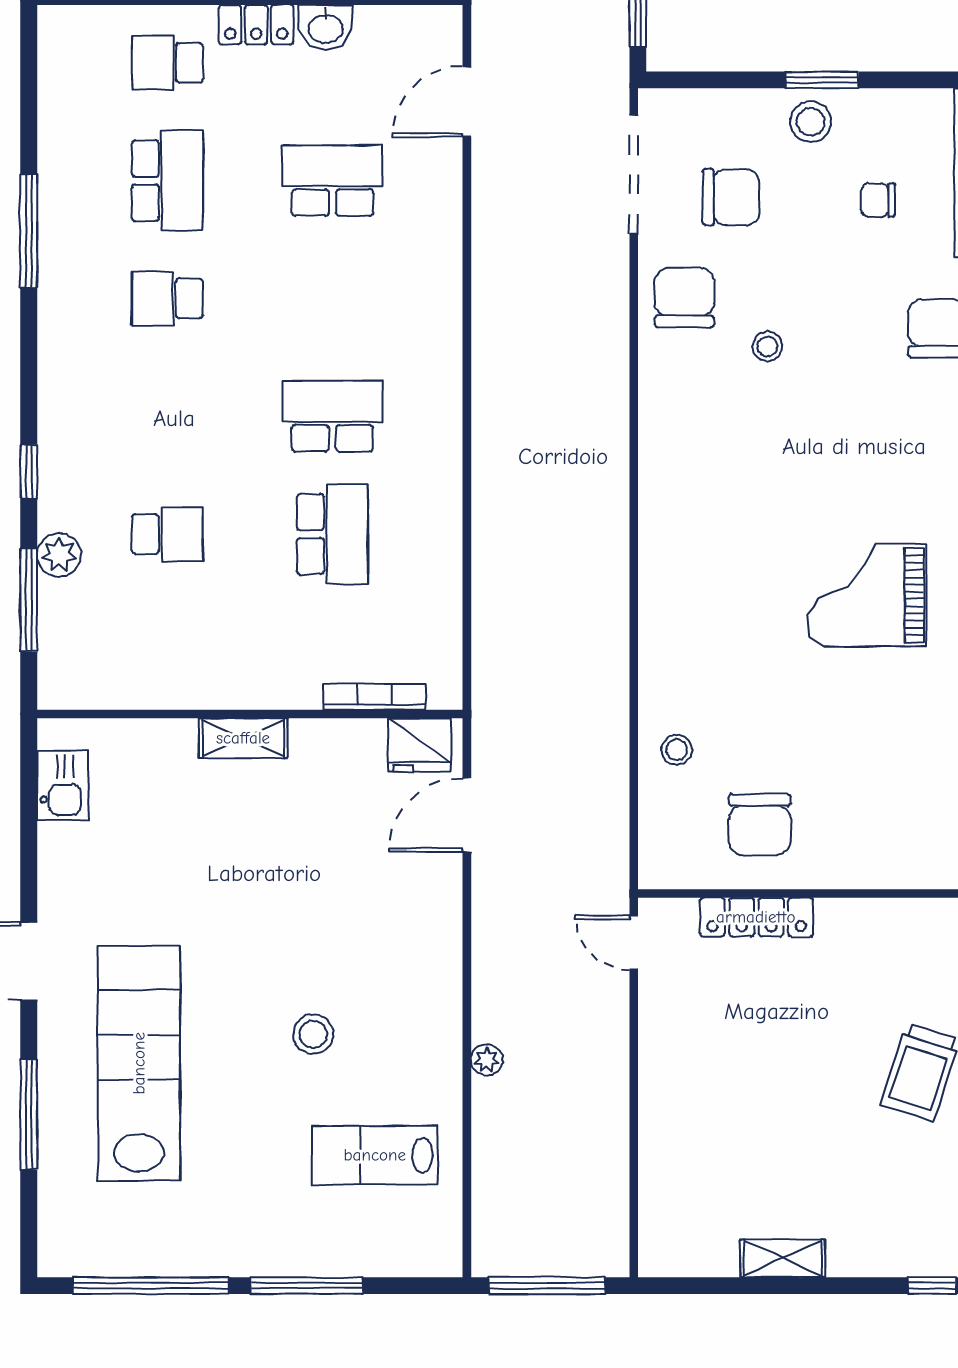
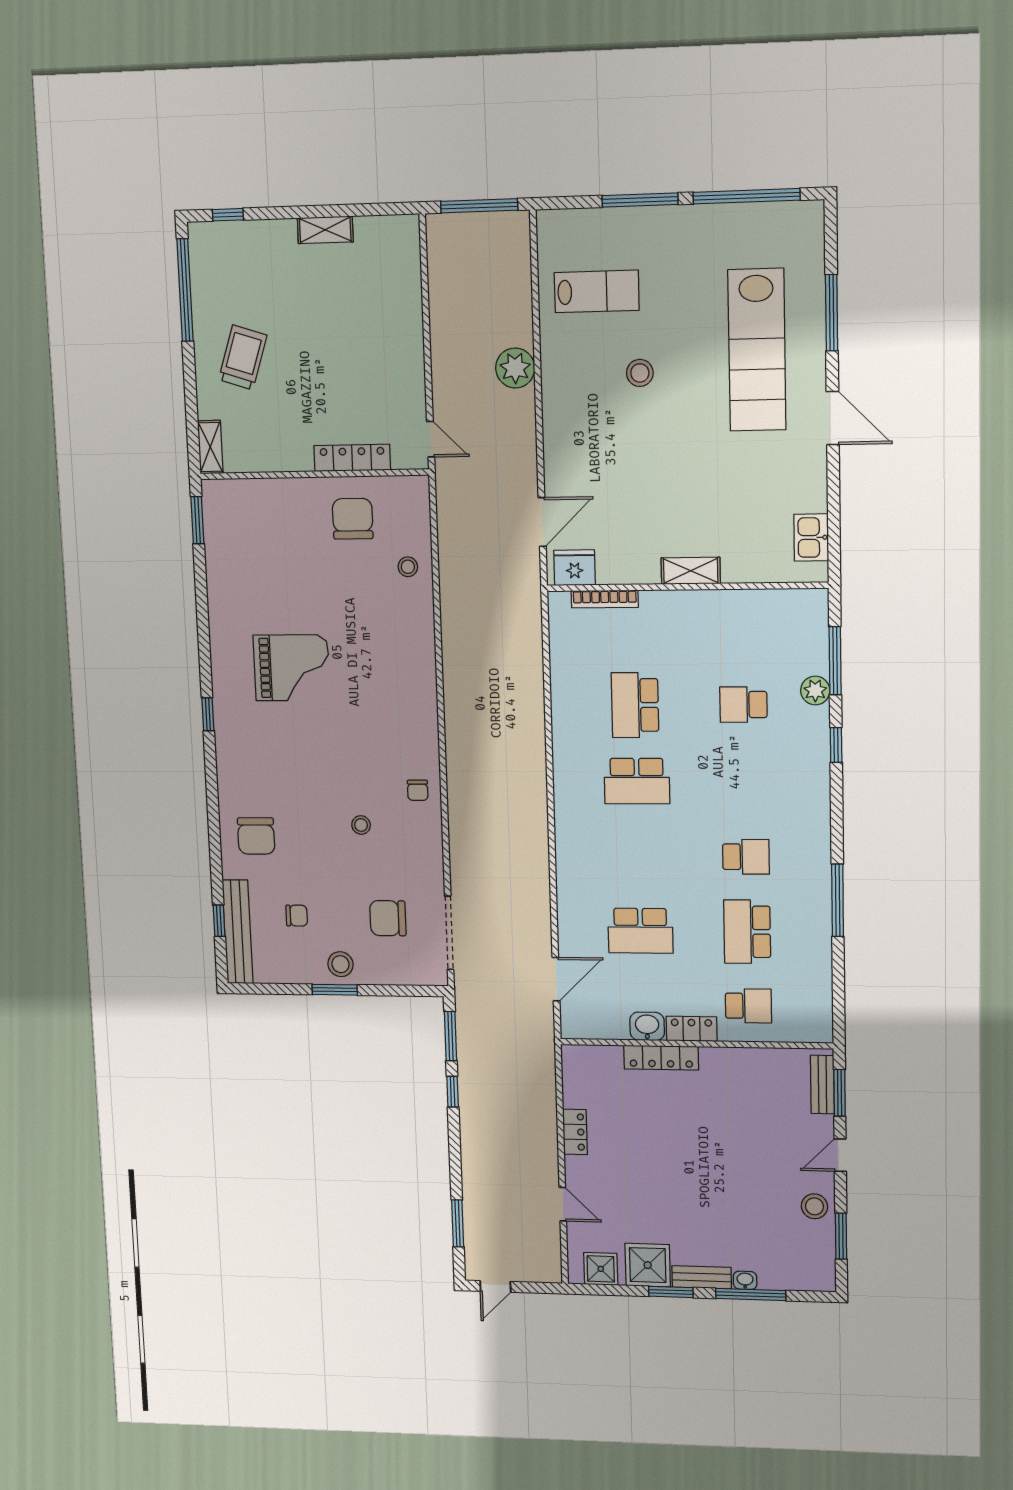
chair: (684, 298) -> (418, 790), moved, width x0.54, depth x0.54
plant: (487, 1060) -> (515, 368), width x1.87, depth x1.87

